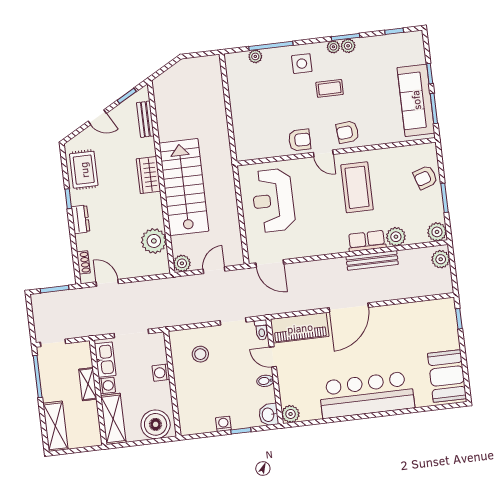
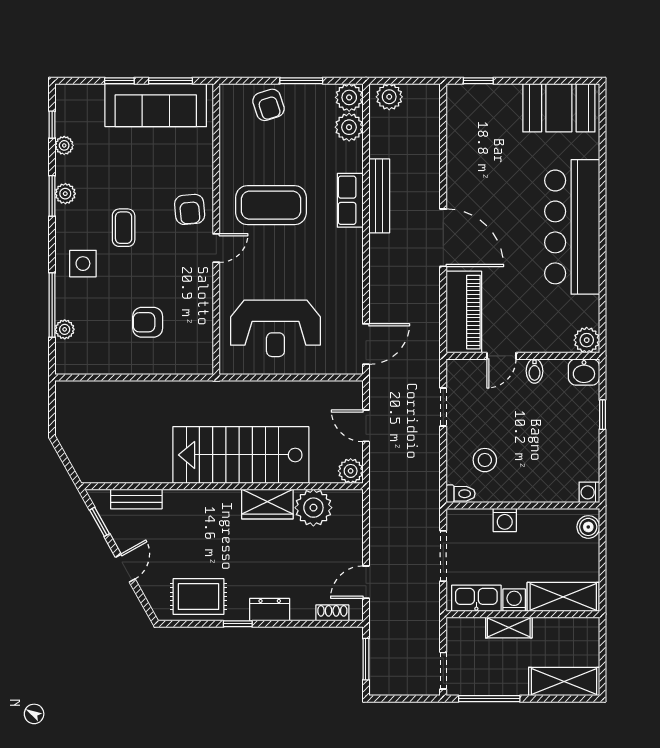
plant: (333, 47) -> (64, 145), moved
armchair: (300, 140) -> (148, 322), moved, turned -90
wardrobe: (148, 175) -> (267, 504), moved
plant: (396, 237) -> (349, 127), moved
toilet: (261, 330) -> (461, 494), moved
boiler: (156, 424) -> (588, 527), width x0.54, depth x0.54
washing machine: (223, 424) -> (589, 492), moved

